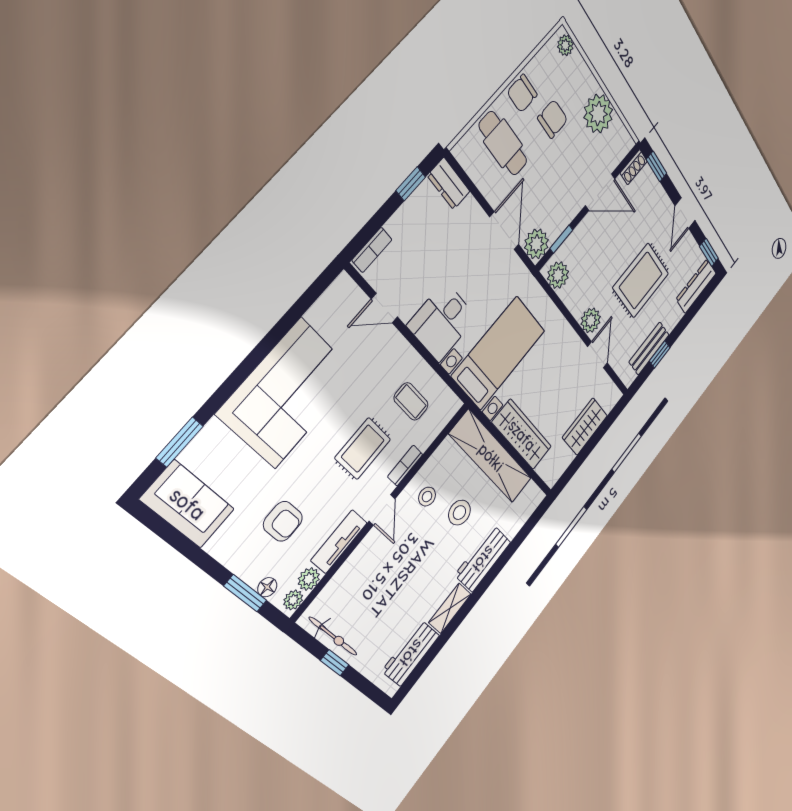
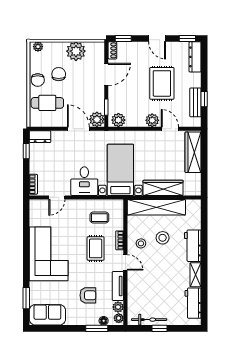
wardrobe: (585, 427) -> (193, 152), width x1.50

